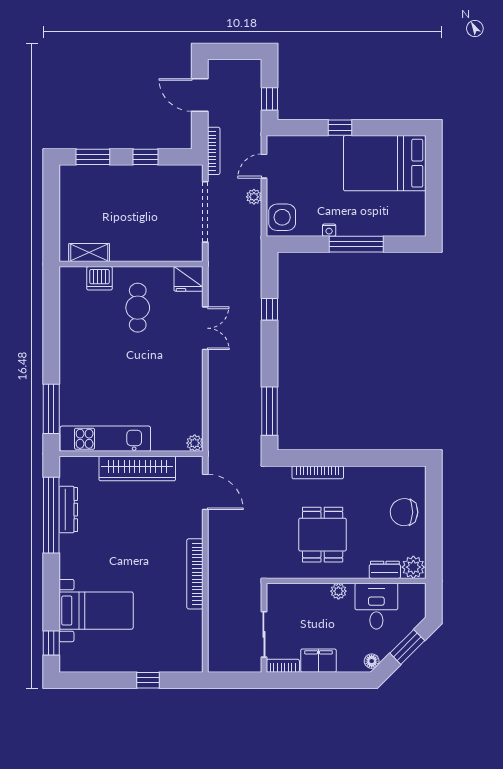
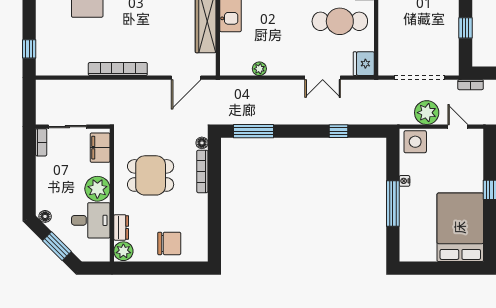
bookcase: (214, 151) -> (471, 85), width x0.64
plant: (254, 197) -> (427, 113), width x1.88, depth x1.88
cafe table: (138, 308) -> (340, 21), width x1.37, depth x1.35
plant: (195, 443) -> (259, 69), moved
floor lamp: (283, 473) -> (202, 143), added
chair: (404, 512) -> (169, 243), turned 88
plant: (338, 591) -> (97, 189), width x1.88, depth x1.88
filing cabinet: (318, 661) -> (100, 148), moved, turned 180
window: (148, 680) -> (29, 49), moved

